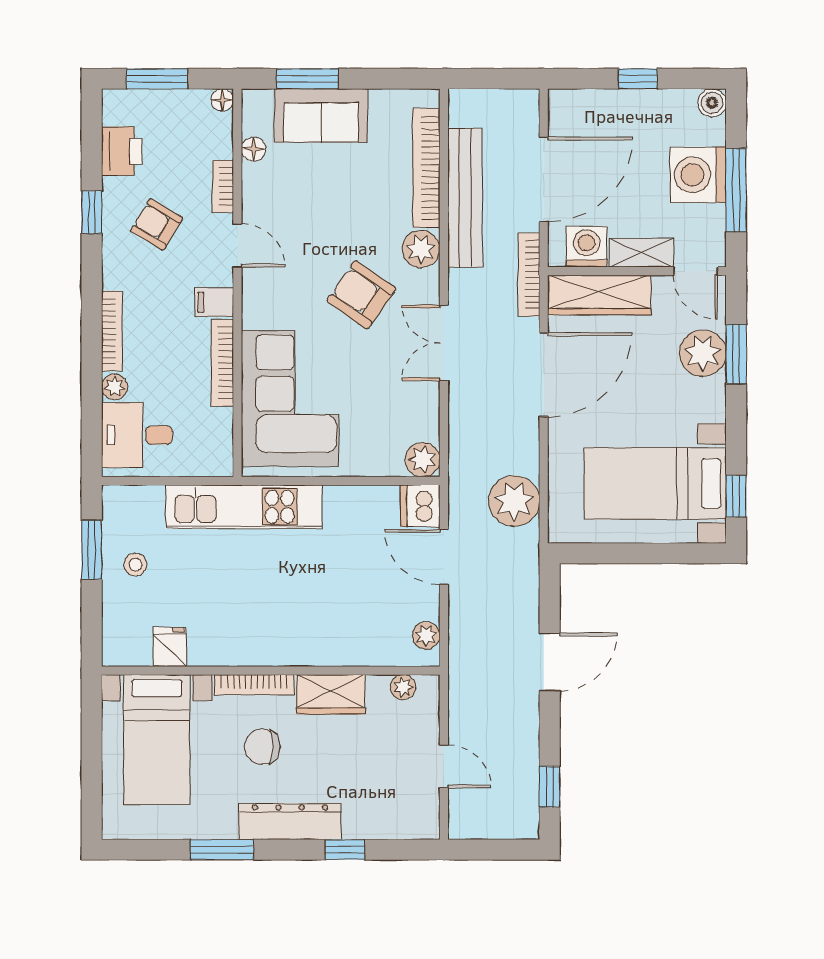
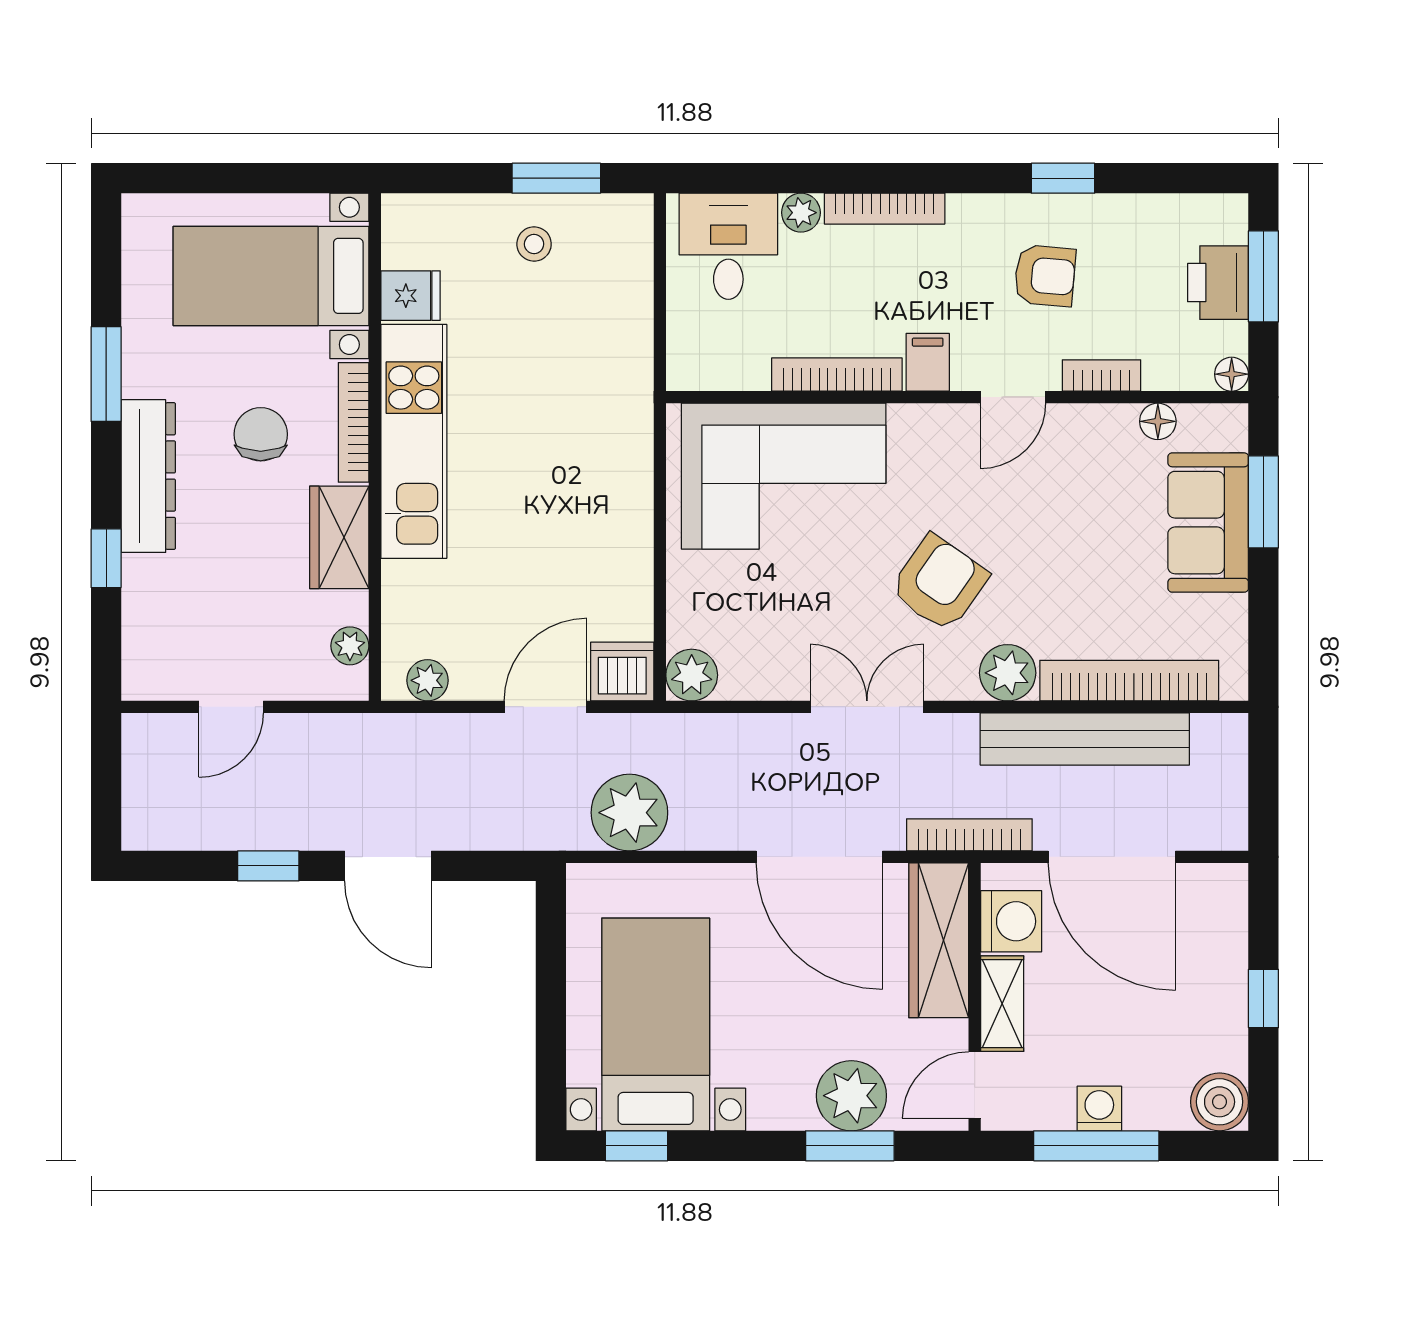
boiler: (712, 103) -> (1220, 1102), width x1.36, depth x1.36
printer: (122, 151) -> (1218, 283), moved, turned 90
washing machine: (698, 175) -> (1099, 1108), width x0.53, depth x0.53
armchair: (157, 224) -> (1045, 276), turned 64
kitchen unit: (244, 507) -> (414, 441), moved, turned 180
window: (550, 787) -> (268, 866), moved

